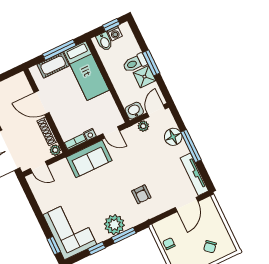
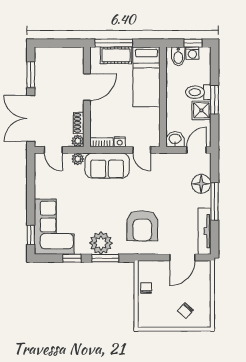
window: (59, 50) -> (114, 43), moved
door: (42, 103) -> (87, 87), swing flipped
plant: (143, 126) -> (78, 159), moved
shoe rack: (47, 131) -> (79, 123), width x0.70
armchair: (141, 194) -> (142, 226), width x1.88, depth x1.88

